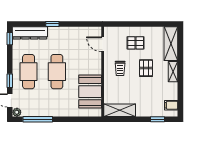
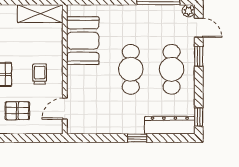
door: (103, 44) -> (65, 109), swing flipped

